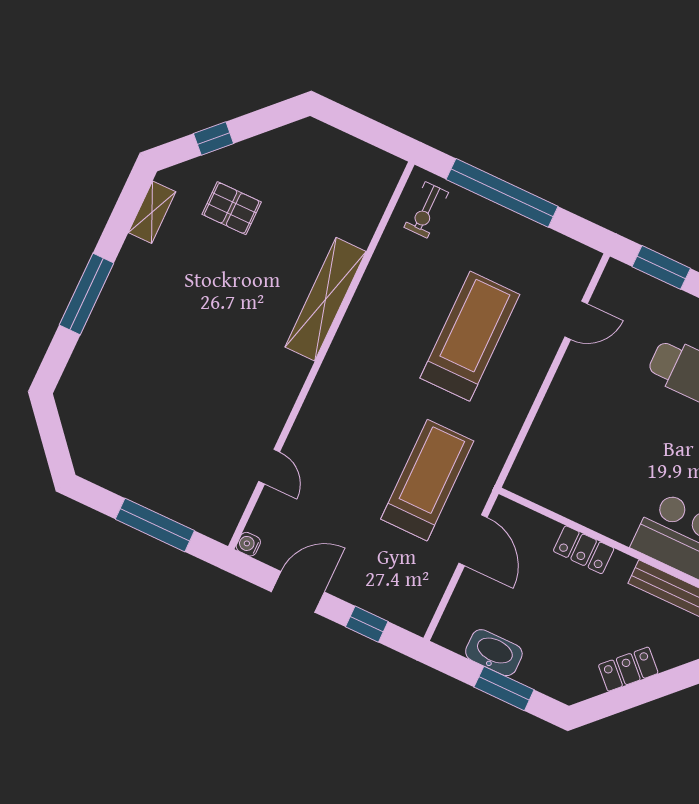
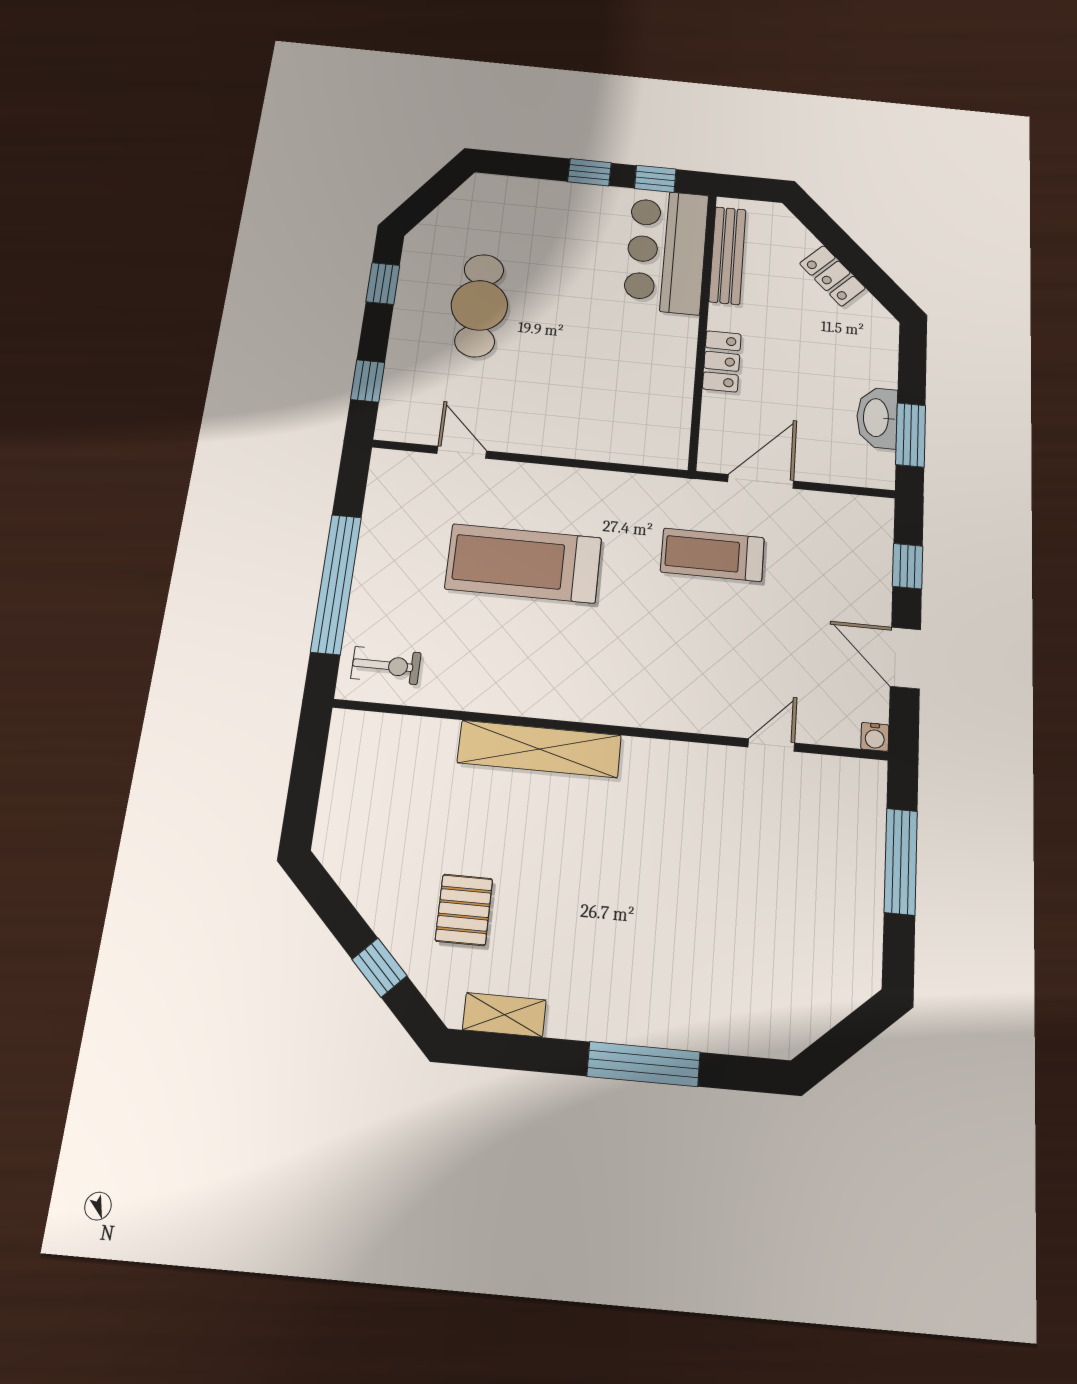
window: (661, 267) -> (368, 381), width x0.67
treadmill: (427, 480) -> (712, 555), width x0.73, depth x0.73
window: (504, 688) -> (911, 435), moved

